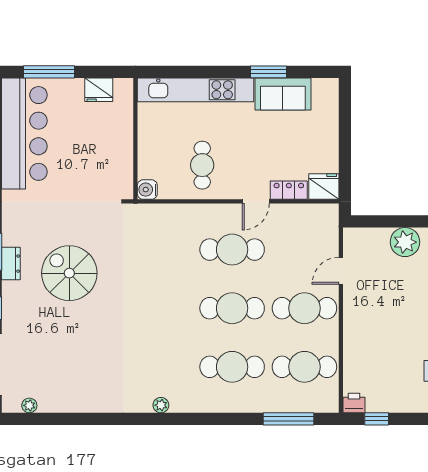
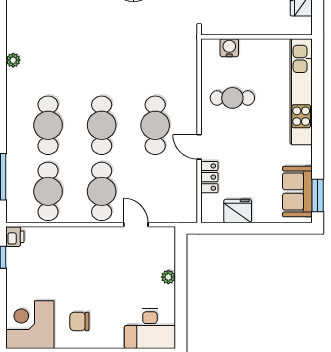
window: (268, 72) -> (318, 195), moved
sofa: (283, 94) -> (297, 192), moved
fridge: (324, 187) -> (238, 211), moved, turned -90
water cooler: (147, 190) -> (229, 48), moved
plant: (405, 242) -> (168, 277), width x0.53, depth x0.53

